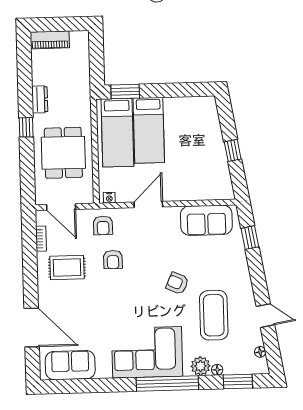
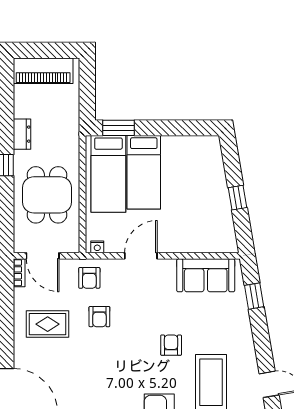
piano: (50, 40) -> (43, 71), width x1.37, depth x1.33
bookcase: (41, 239) -> (19, 273), moved
armchair: (177, 283) -> (171, 345), turned 66

